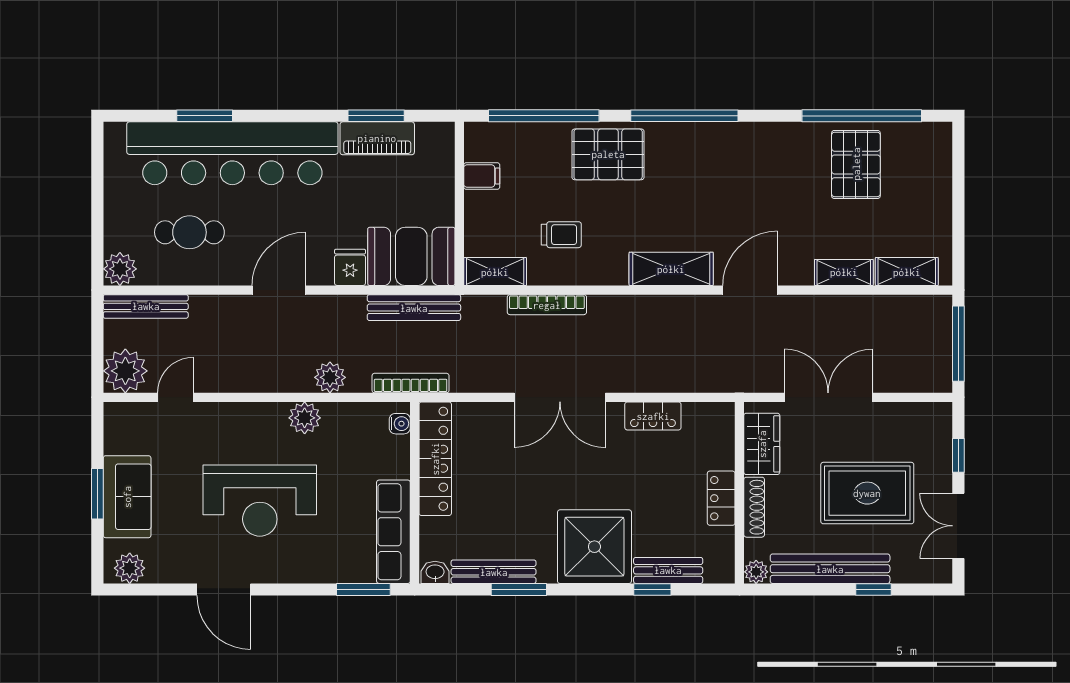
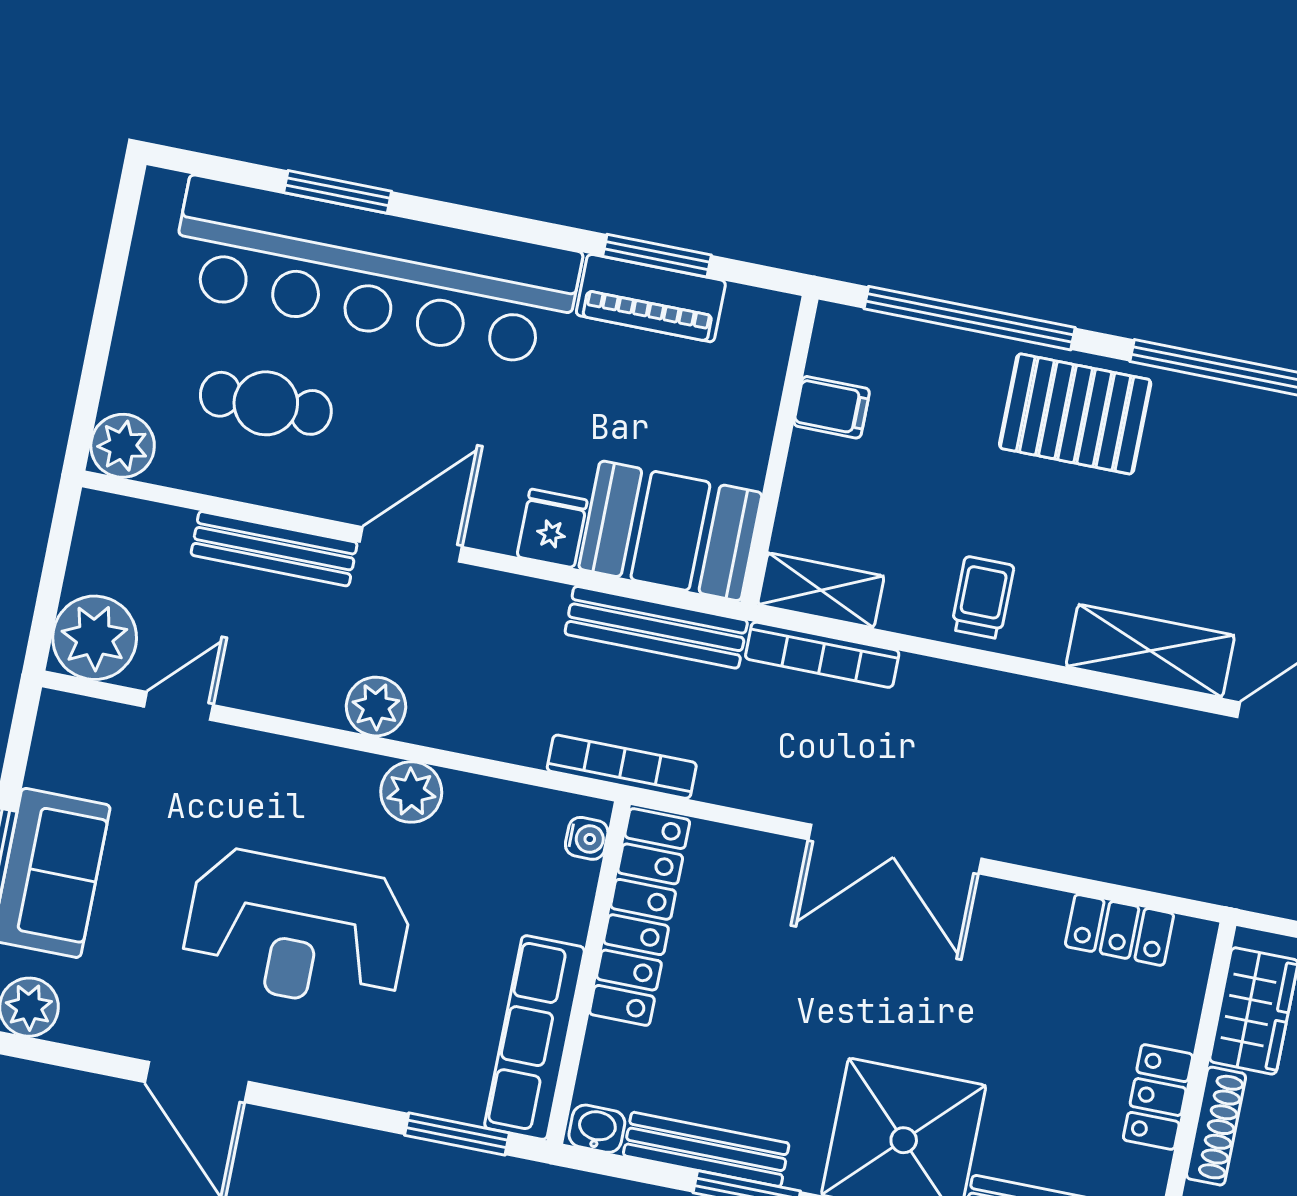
trolley: (561, 235) -> (983, 598), moved, turned -90
bookcase: (547, 305) -> (822, 655), moved
bench: (146, 306) -> (274, 549), moved
plant: (330, 377) -> (376, 707), moved
locker: (653, 416) -> (1119, 930), moved

